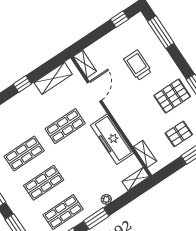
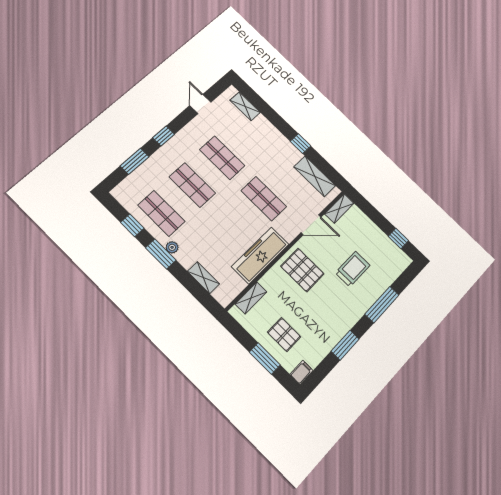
window: (161, 32) -> (382, 305), moved
pallet: (172, 96) -> (302, 270), moved
shelving: (136, 179) -> (203, 278), moved
plant: (106, 199) -> (172, 247), moved

